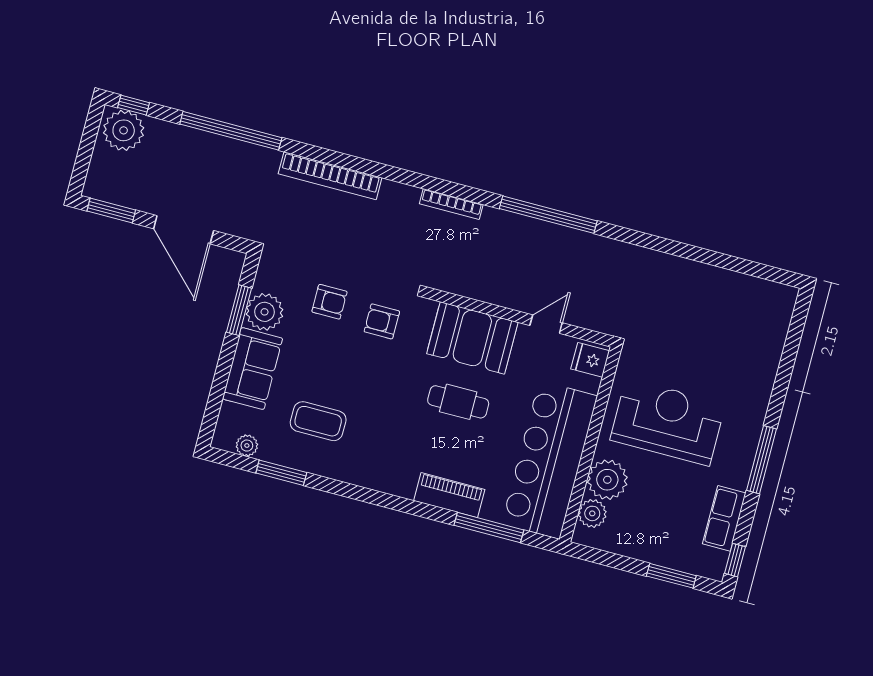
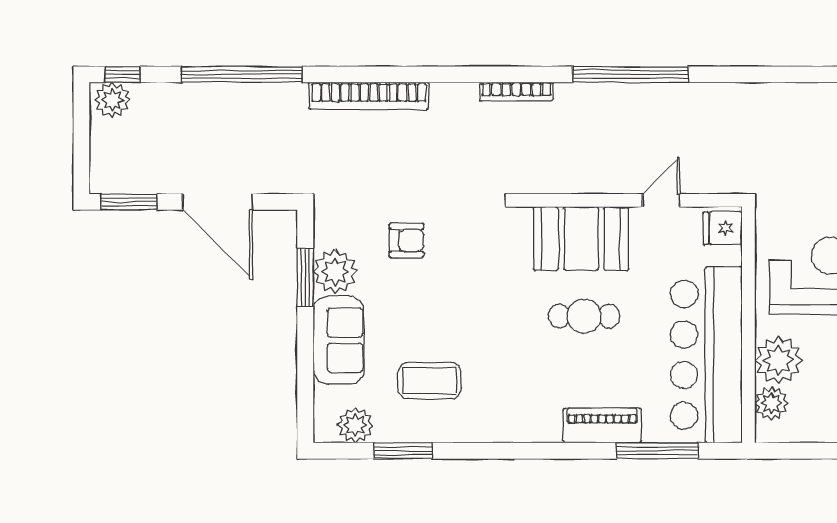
plant: (124, 130) -> (112, 100), width x0.73, depth x0.73
armchair: (382, 321) -> (472, 247), removed
plant: (247, 446) -> (355, 425), width x1.38, depth x1.38

